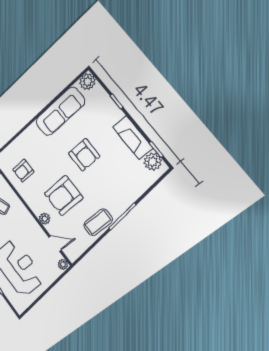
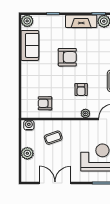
sofa: (60, 112) -> (30, 45), width x0.73
armchair: (23, 171) -> (45, 103), turned 90
armchair: (64, 196) -> (81, 90), width x0.53, depth x0.53

